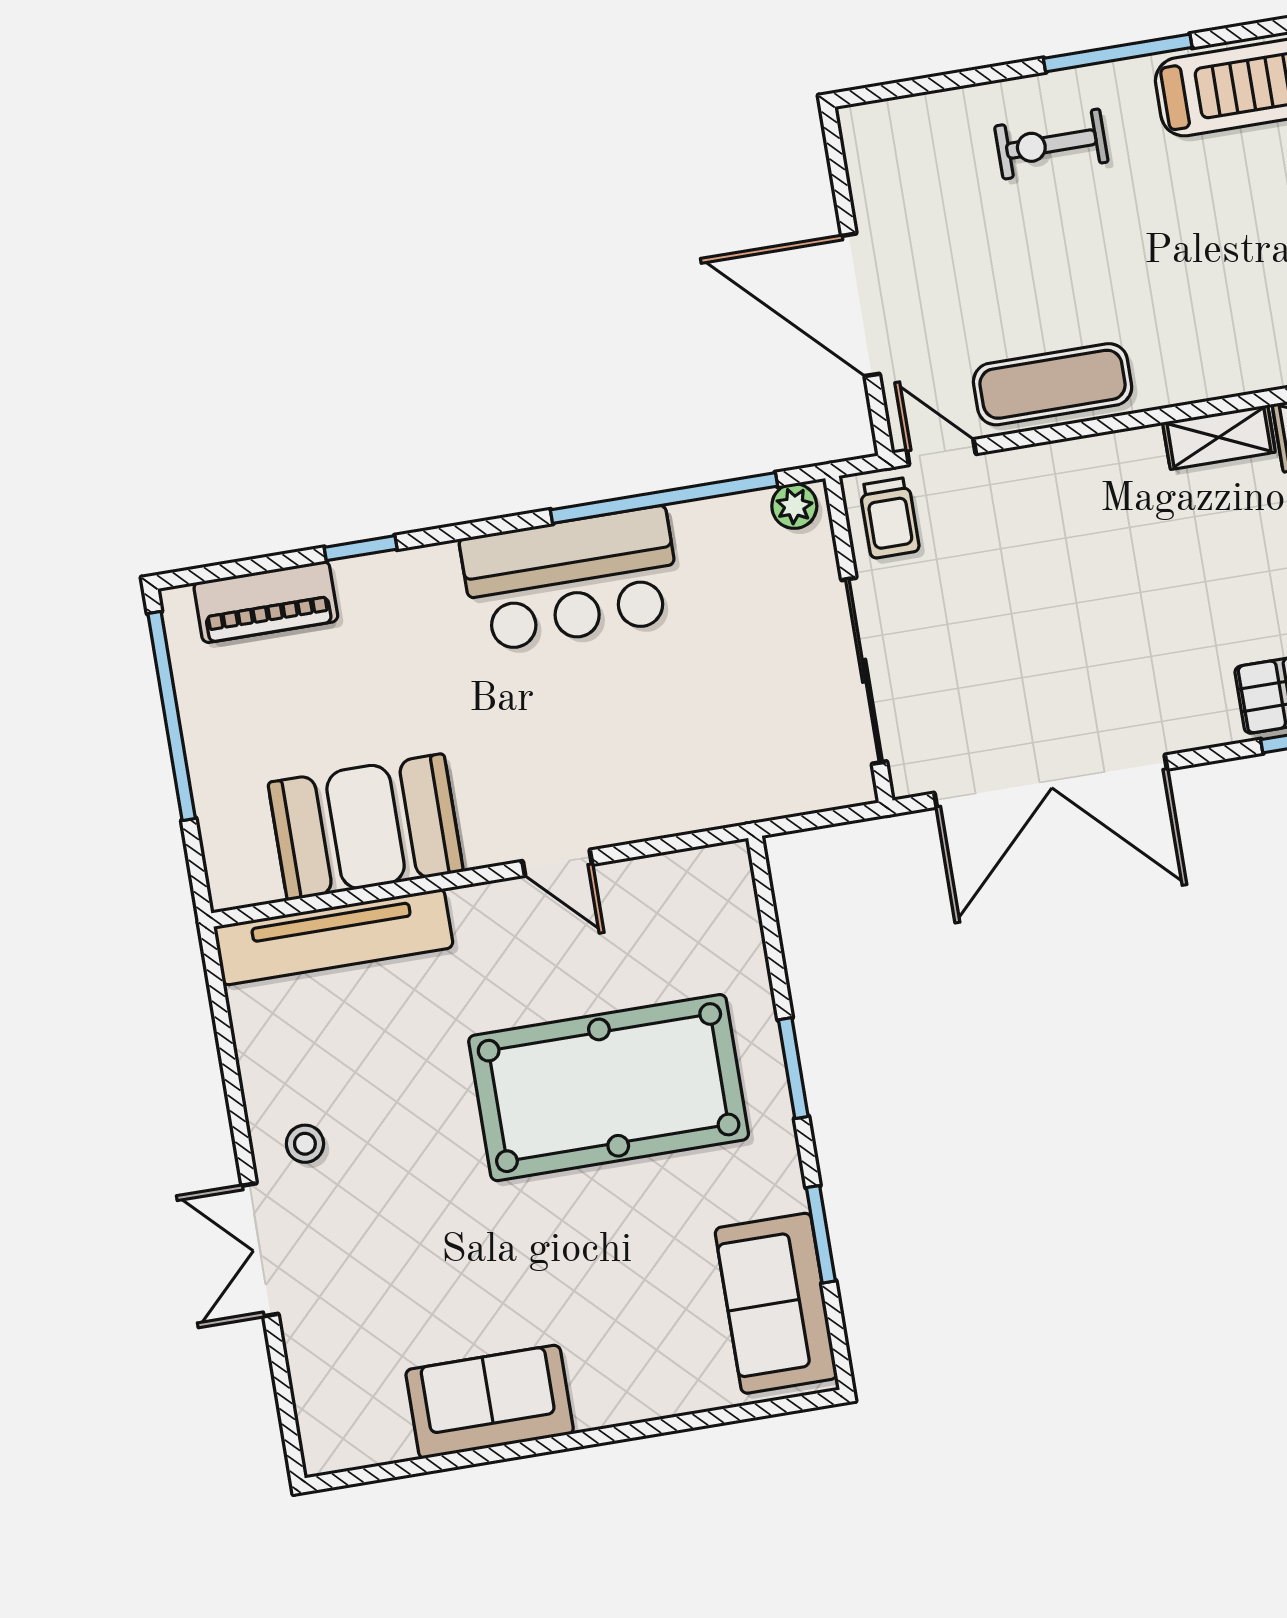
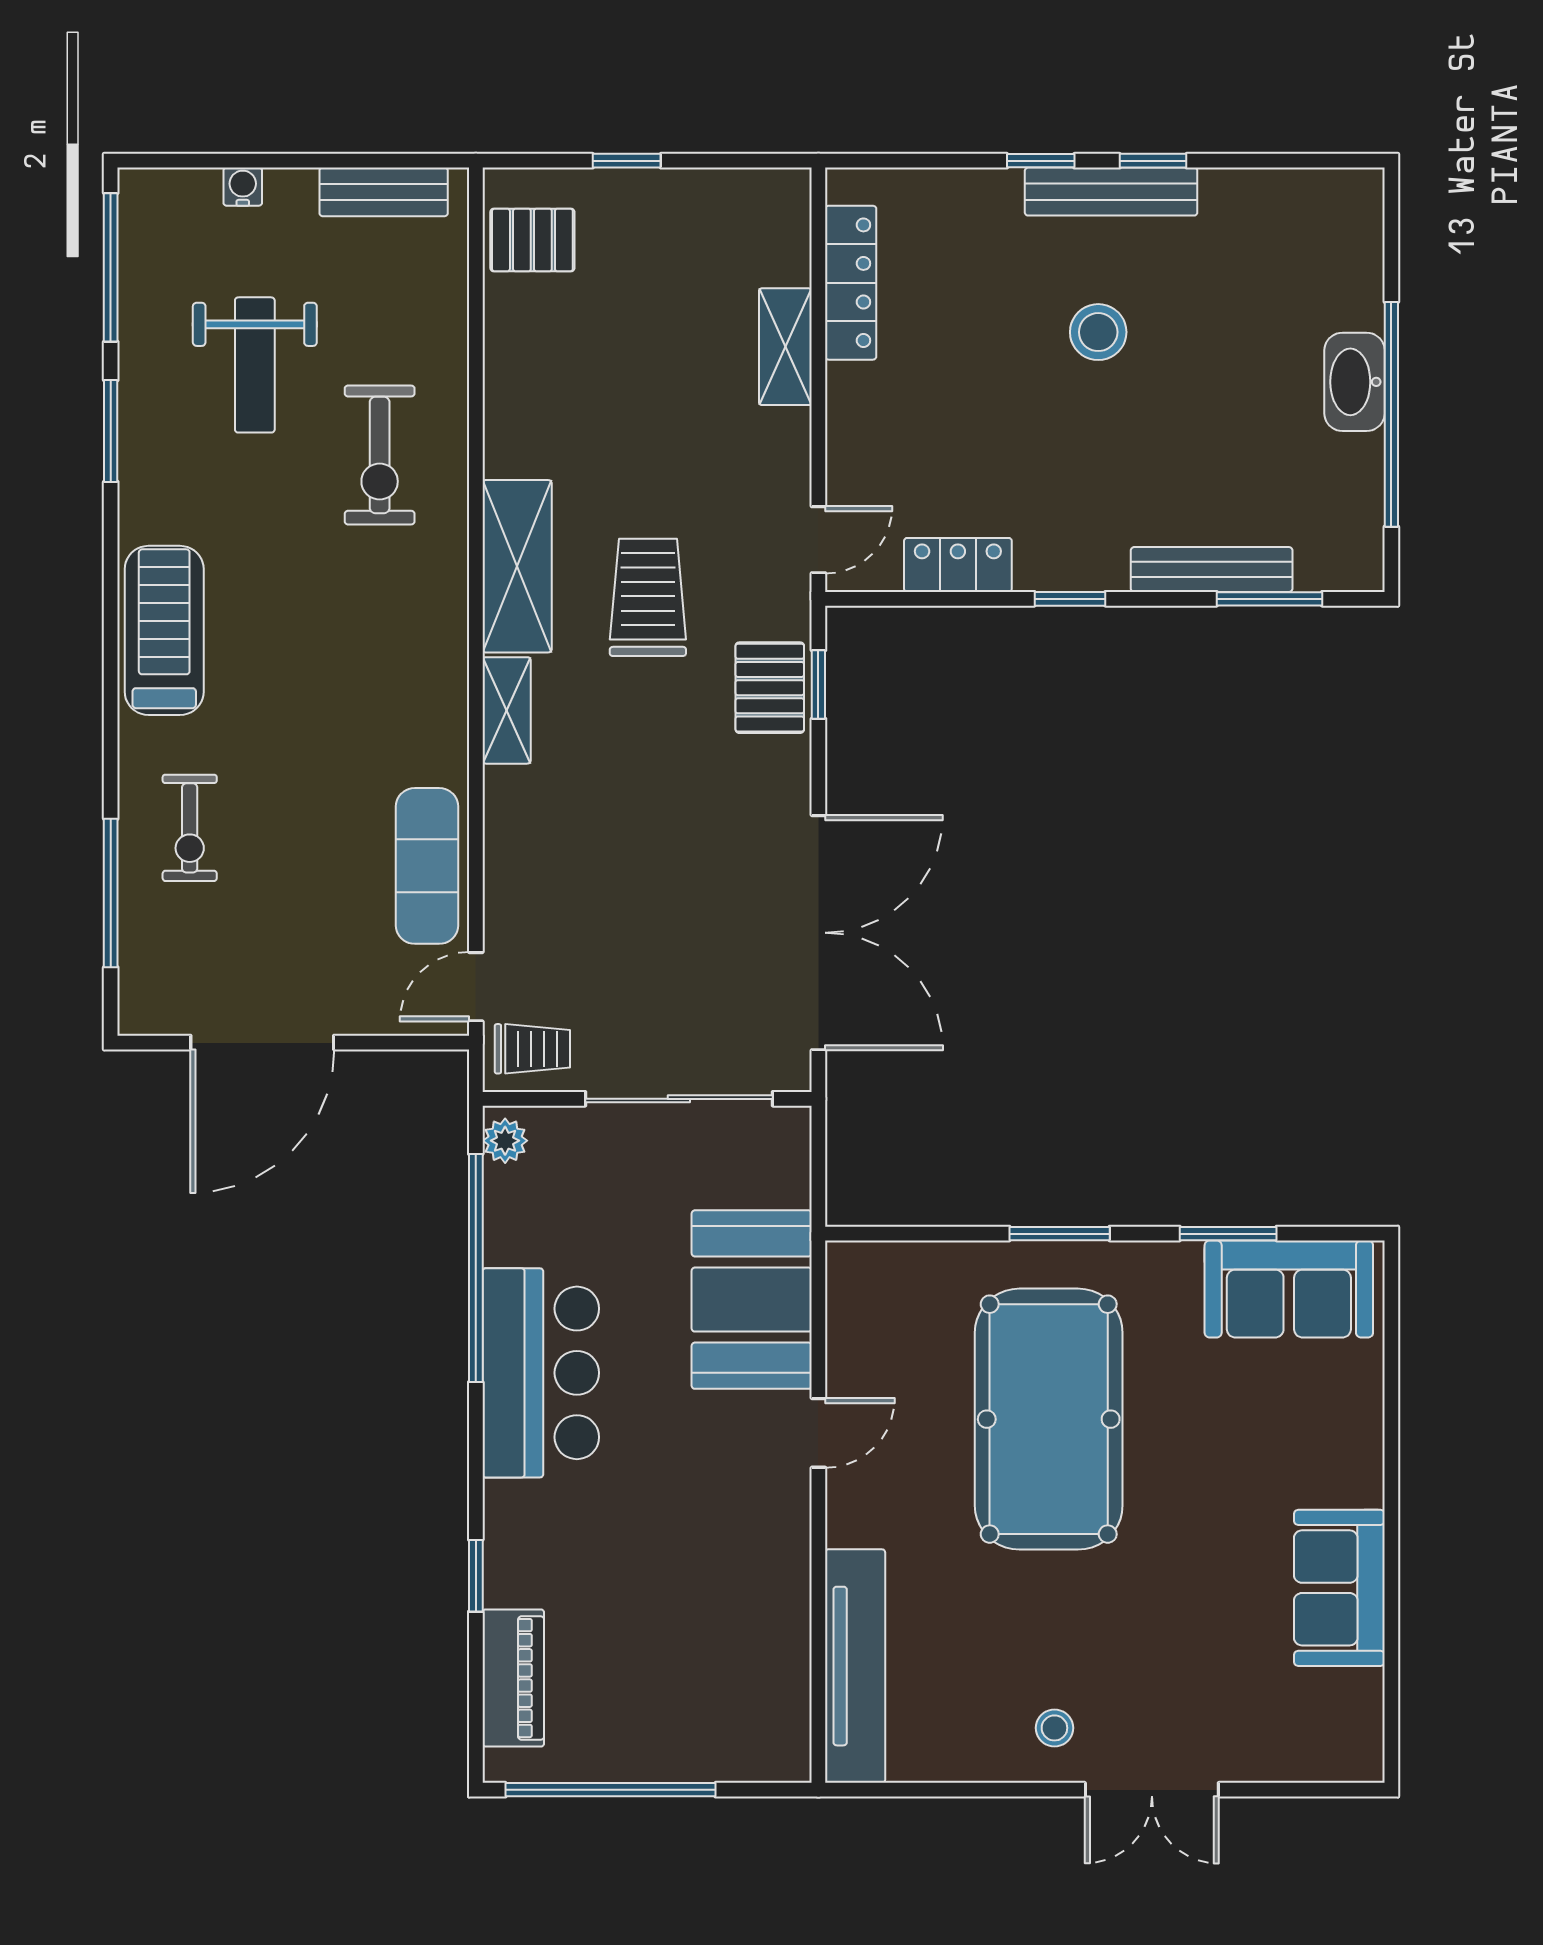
window: (1118, 53) -> (111, 893), moved
door: (860, 305) -> (262, 1043), moved
booth: (366, 827) -> (752, 1300), moved

